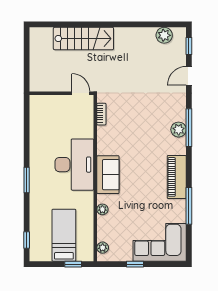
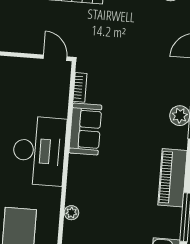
sofa: (108, 175) -> (85, 129), moved

